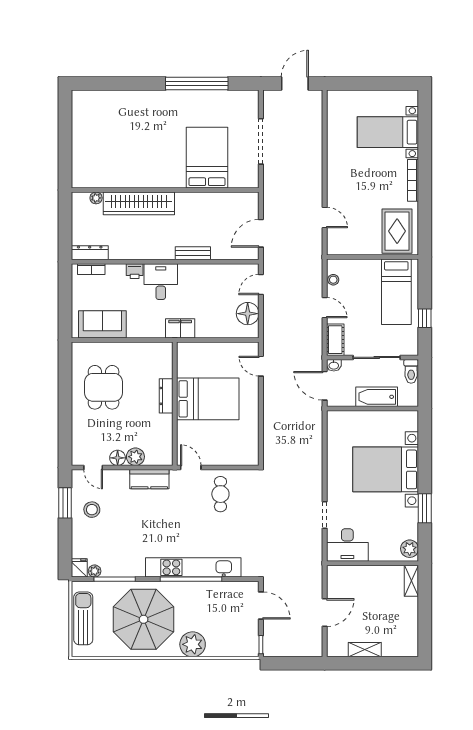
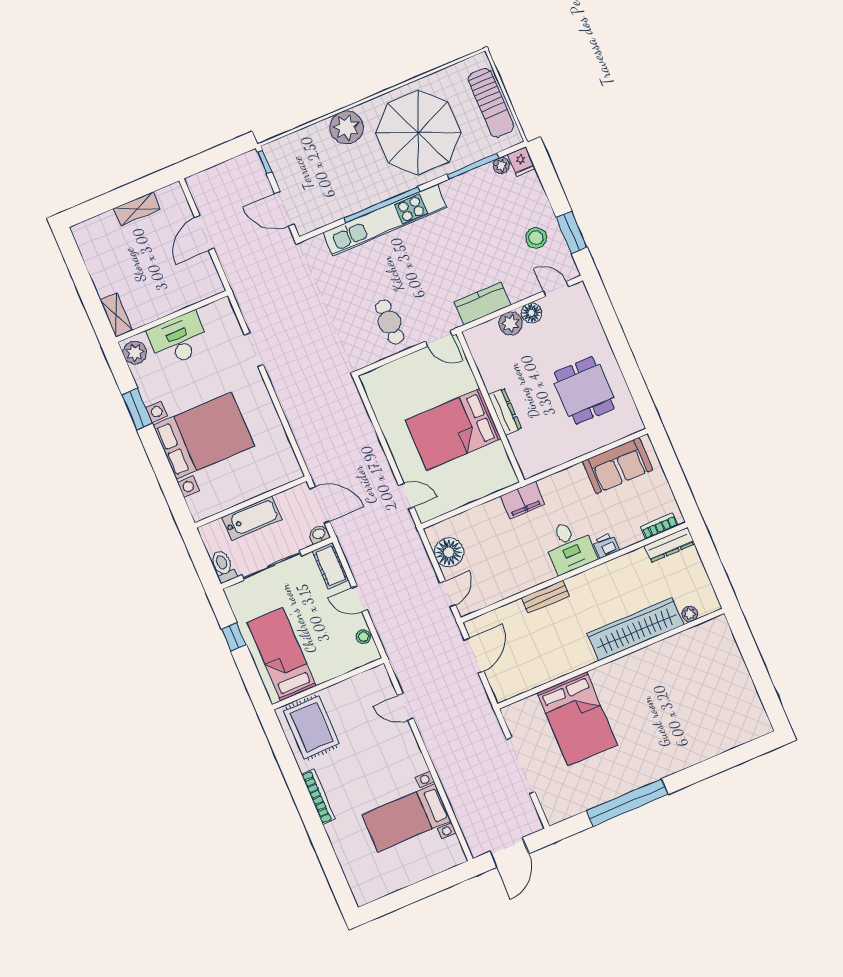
bed with nightstands: (388, 132) -> (406, 818), moved, turned 180
desk: (347, 545) -> (178, 340), moved

